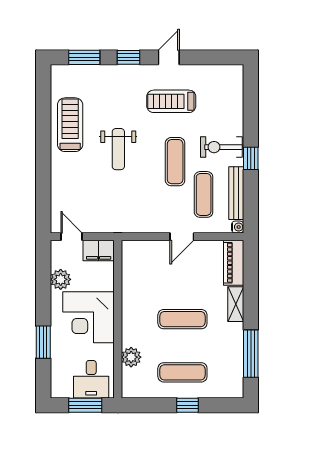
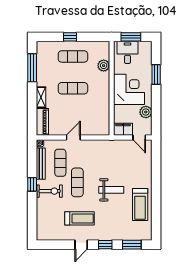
weight bench: (118, 149) -> (111, 190), turned 90

